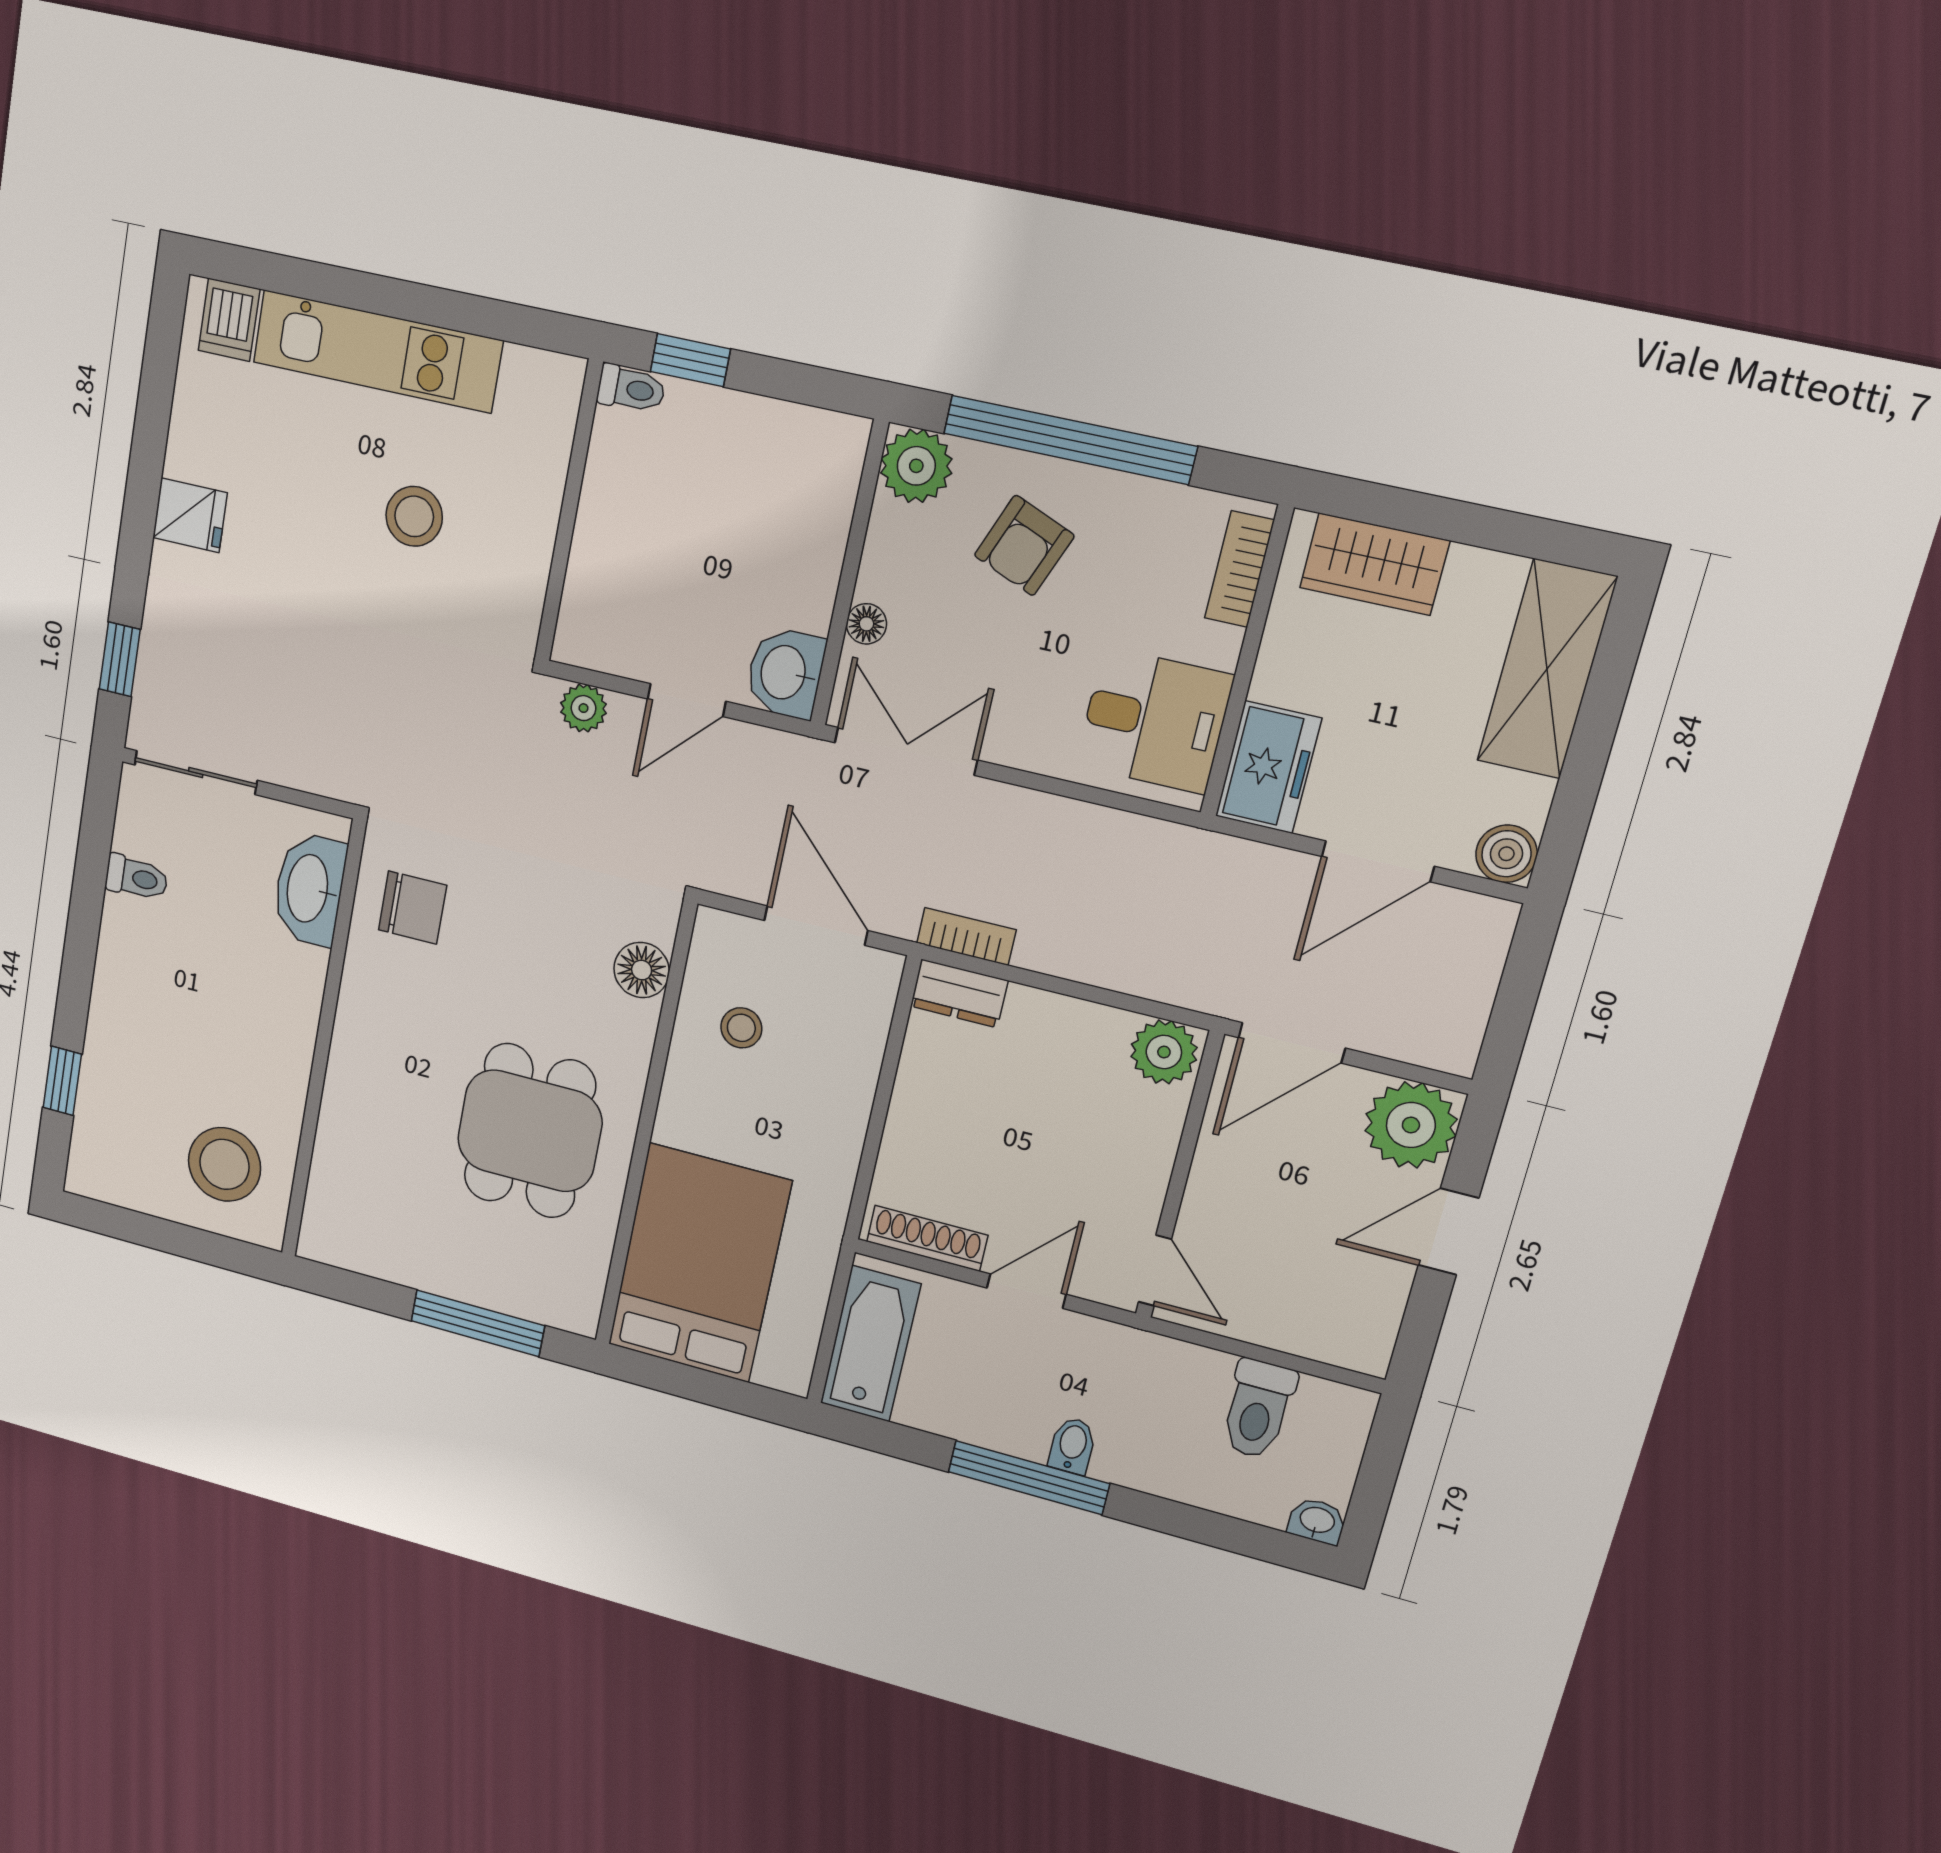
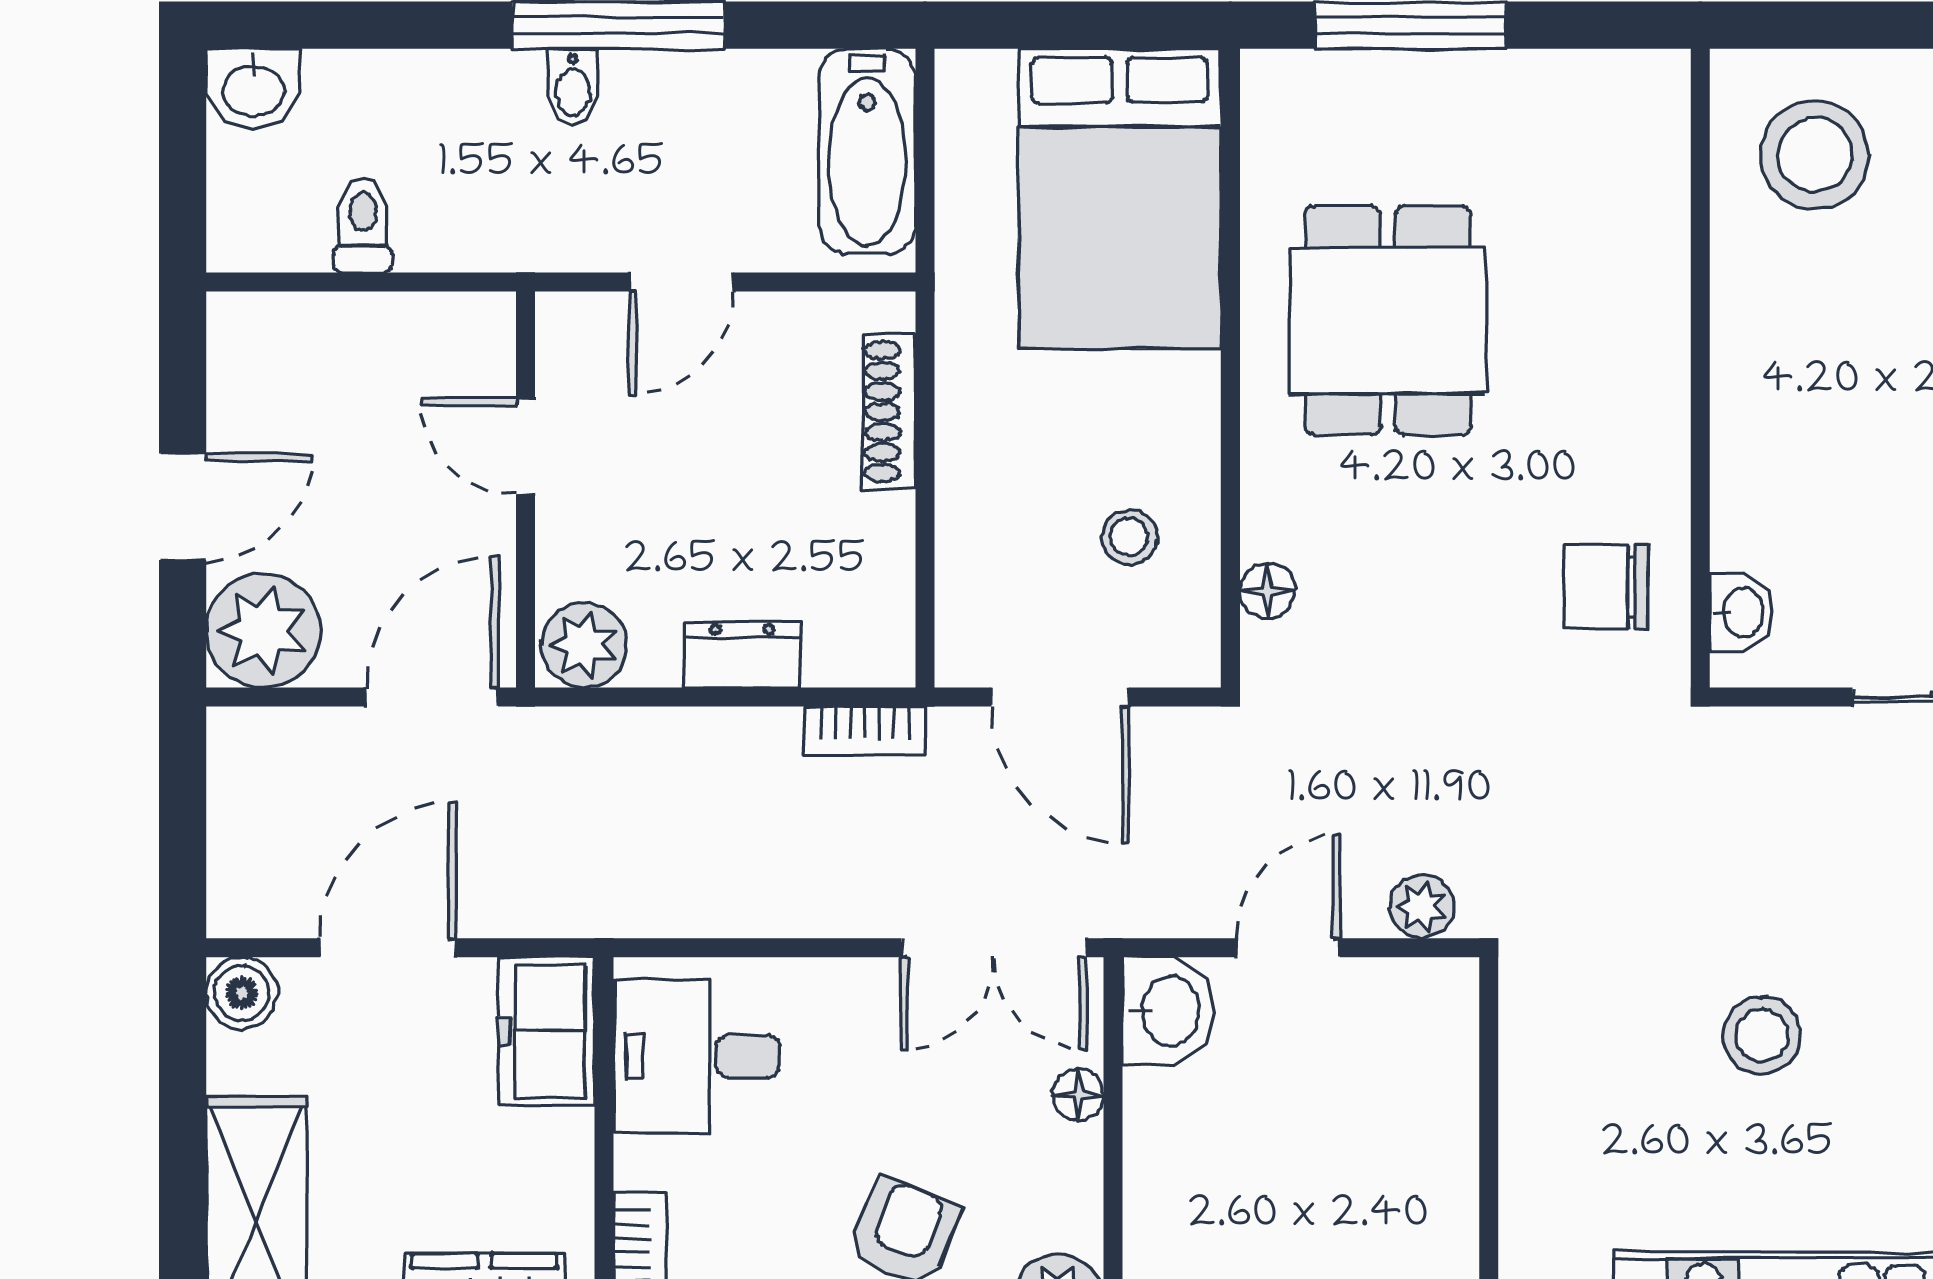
stool: (414, 516) -> (1762, 1035), moved
washbasin: (309, 889) -> (1741, 612), width x0.52, depth x0.69
floor lamp: (642, 970) -> (1267, 591), width x0.73, depth x0.73
dresser: (959, 993) -> (742, 655), moved
shoe rack: (927, 1238) -> (889, 412), moved, turned 90
door: (1155, 1271) -> (526, 446), moved
toilet: (1258, 1409) -> (363, 225), width x0.73, depth x0.72
washbasin: (1317, 1521) -> (254, 89), width x1.38, depth x1.45

